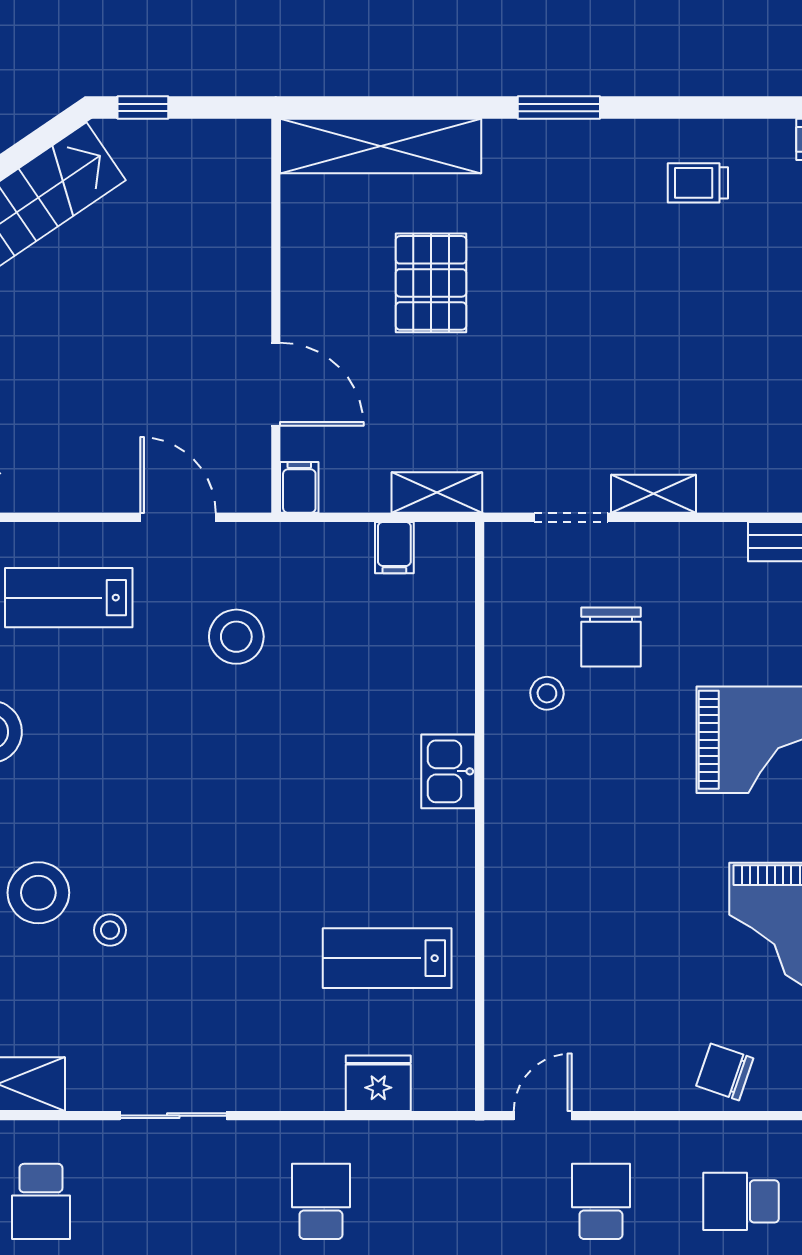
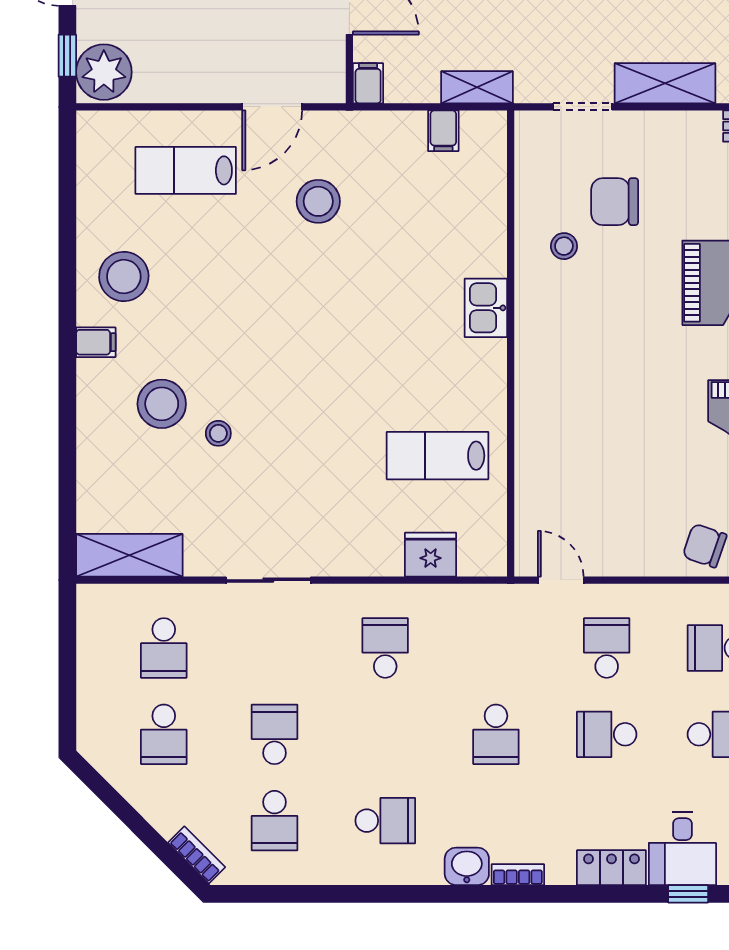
shelving: (653, 494) -> (665, 83), width x1.50, depth x1.33
door: (178, 517) -> (272, 107), swing flipped
chair: (611, 637) -> (615, 202), turned 90
door: (543, 1116) -> (561, 580), hinge flipped

